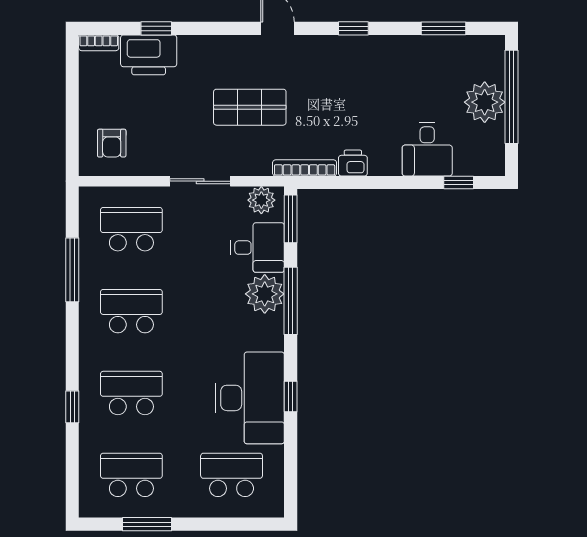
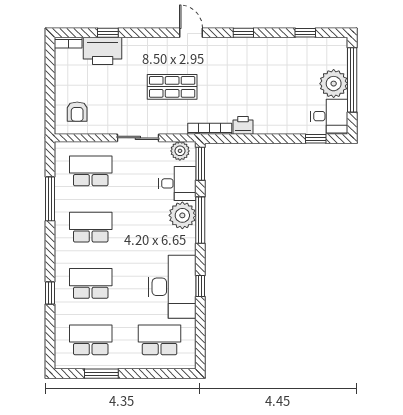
window: (443, 28) -> (305, 33), width x0.67
desk: (427, 149) -> (329, 116), moved, turned -90

